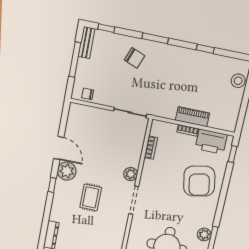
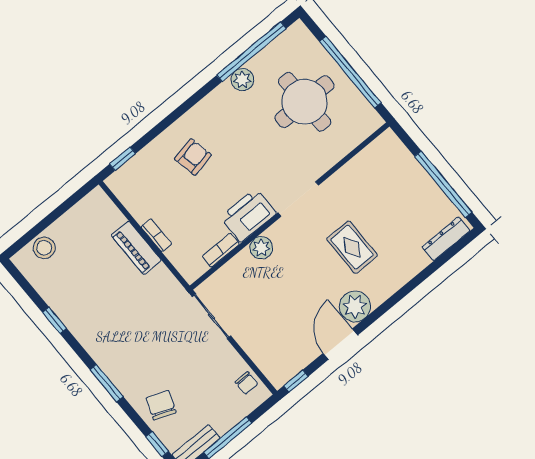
chair: (134, 58) -> (161, 405), moved
printer: (211, 142) -> (248, 215), moved, turned -90
plant: (131, 174) -> (261, 248), moved
armchair: (199, 181) -> (193, 157), width x0.53, depth x0.53
window: (52, 185) -> (296, 381), moved
rug: (91, 197) -> (352, 247), turned 90

